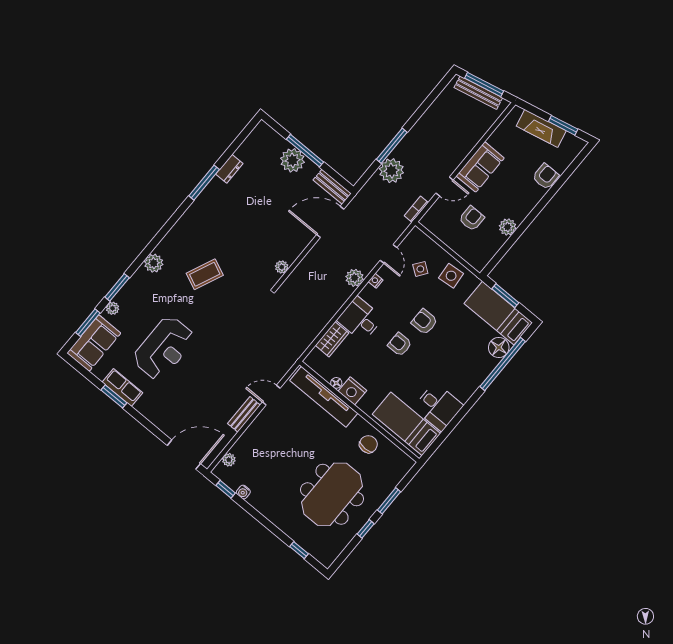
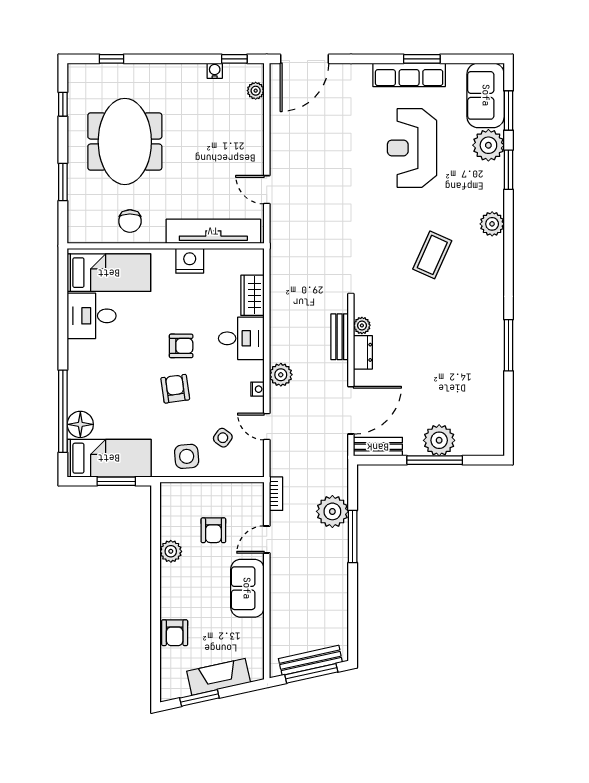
dresser: (229, 169) -> (363, 352), moved, turned 180
plant: (112, 308) -> (488, 145), width x1.88, depth x1.88
armchair: (424, 322) -> (175, 389), turned -98
floor lamp: (336, 383) -> (212, 255), removed
row of seats: (122, 387) -> (409, 75), width x1.48
door: (271, 395) -> (267, 190), swing flipped
bench: (244, 414) -> (340, 337), moved
window: (366, 529) -> (63, 104), moved

